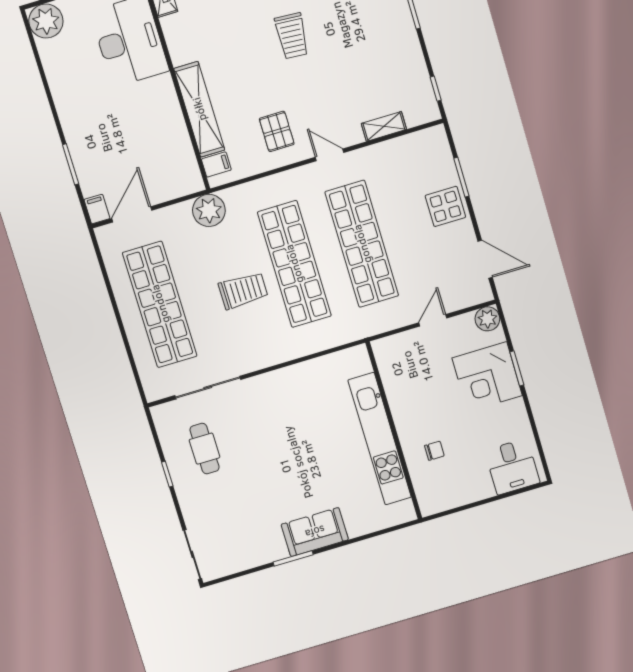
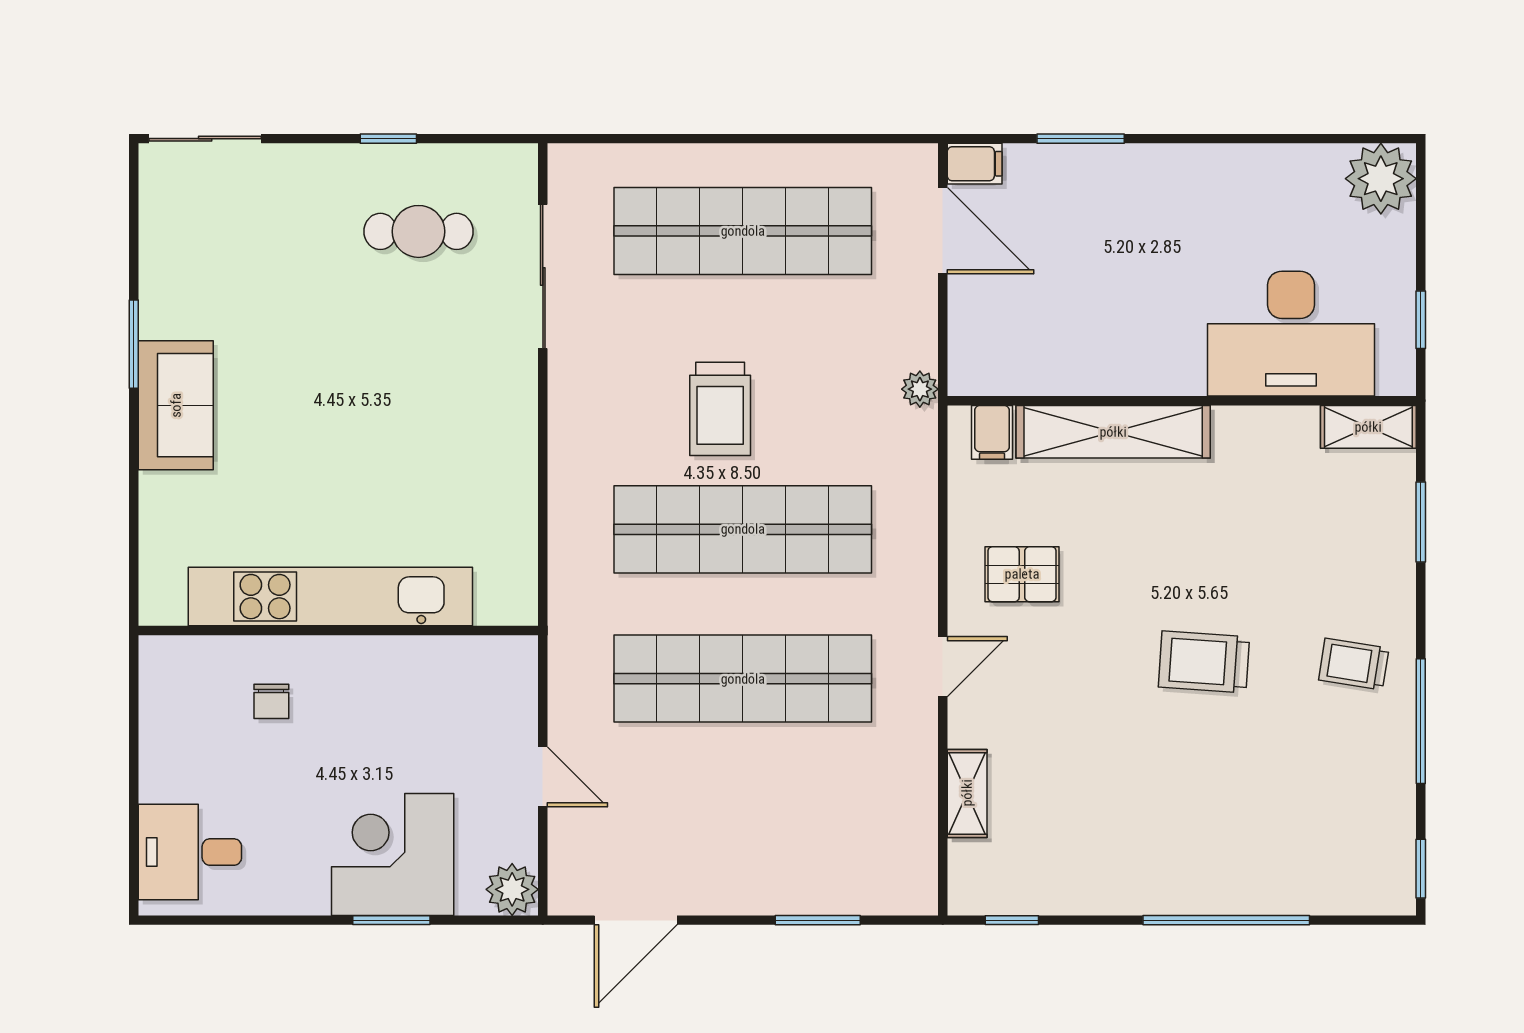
display table: (445, 206) -> (768, 871), removed
plant: (209, 210) -> (920, 389), width x0.53, depth x0.53

